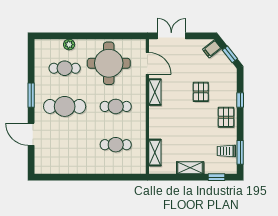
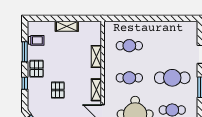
window: (240, 152) -> (25, 52), moved
shelving: (155, 153) -> (96, 56), moved
window: (217, 177) -> (45, 18), removed

